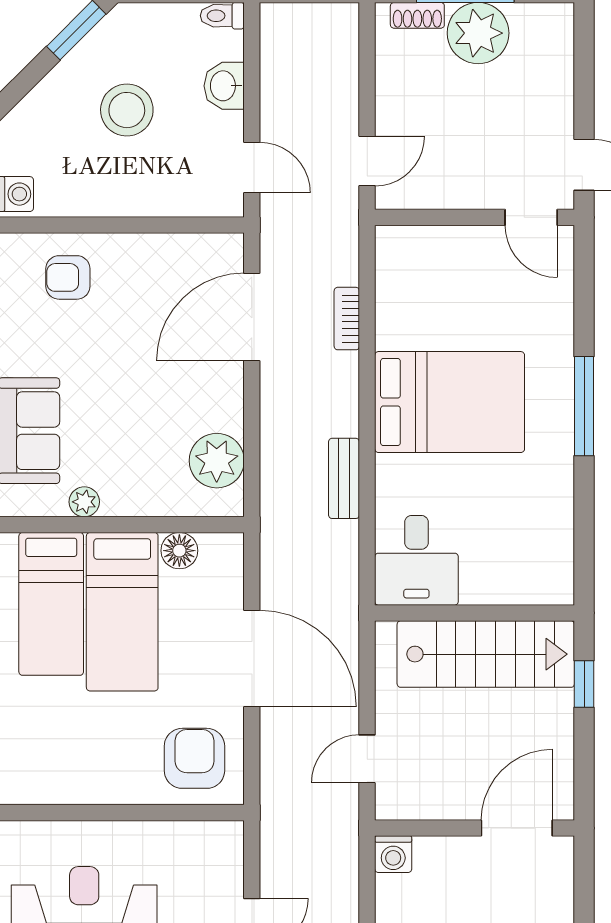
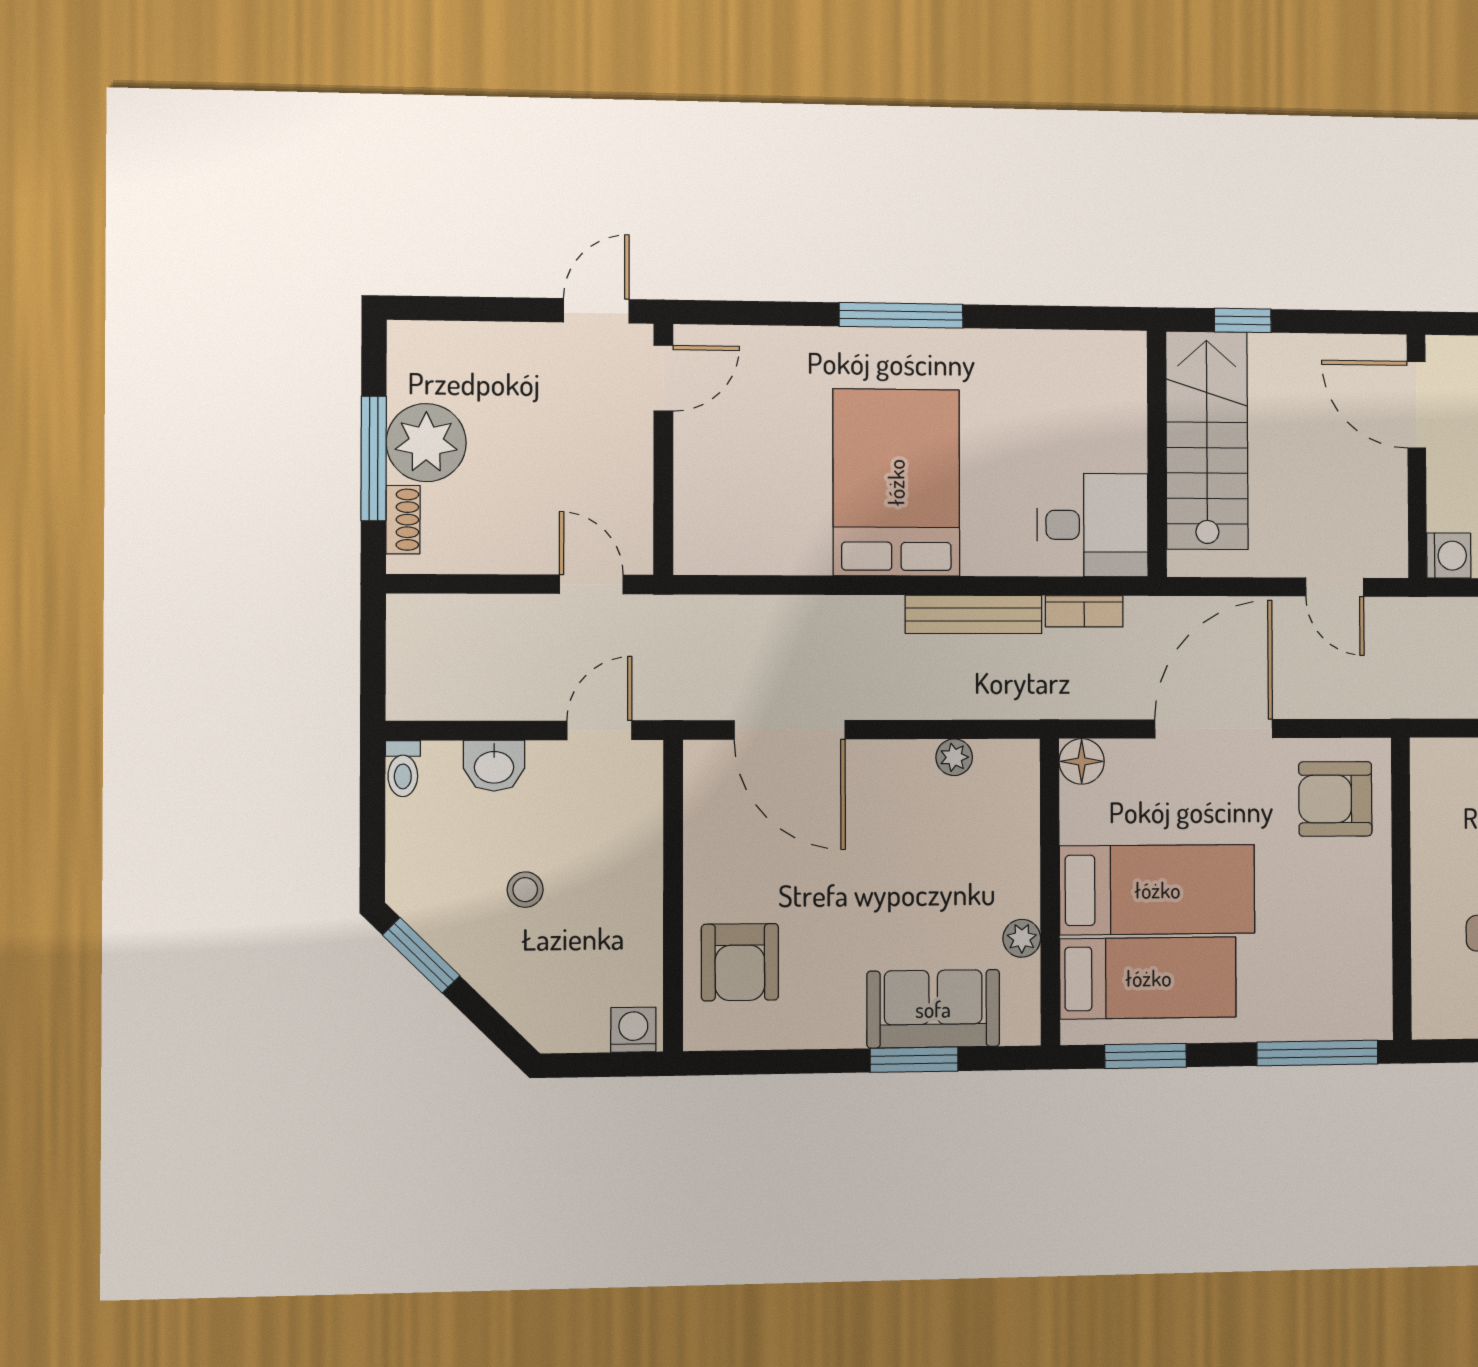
stool: (127, 110) -> (525, 890), width x0.53, depth x0.53
armchair: (68, 277) -> (740, 962), width x1.38, depth x1.38
bookcase: (347, 319) -> (1084, 611), moved
plant: (217, 461) -> (954, 757), width x0.53, depth x0.53
bench: (344, 478) -> (974, 614), width x1.36
floor lamp: (179, 551) -> (1082, 761), moved

